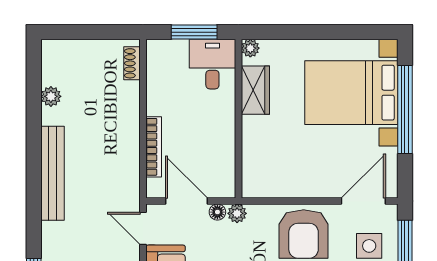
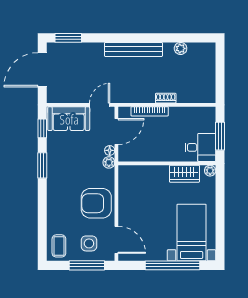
shoe rack: (132, 63) -> (166, 98), moved
bed with nightstands: (351, 93) -> (192, 233), width x0.73

